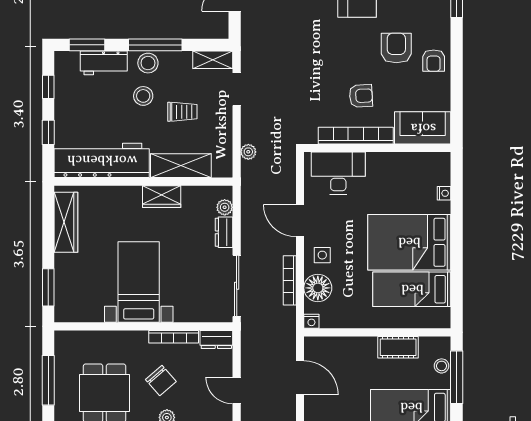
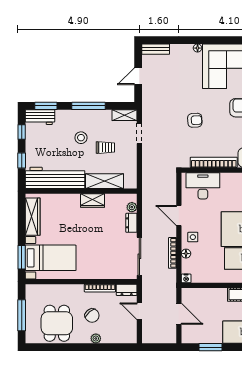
workbench: (104, 63) -> (40, 117), moved
stool: (148, 63) -> (84, 117), removed
armchair: (361, 96) -> (195, 120), moved
plant: (248, 152) -> (147, 173), removed
bed with nightstands: (139, 282) -> (51, 258), moved, turned 90
floor lamp: (318, 288) -> (186, 254), width x0.53, depth x0.53
door: (237, 391) -> (139, 311), moved

